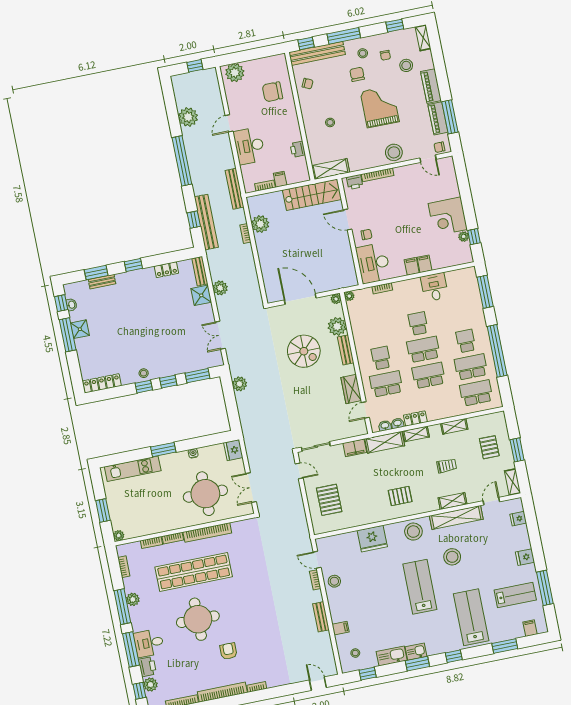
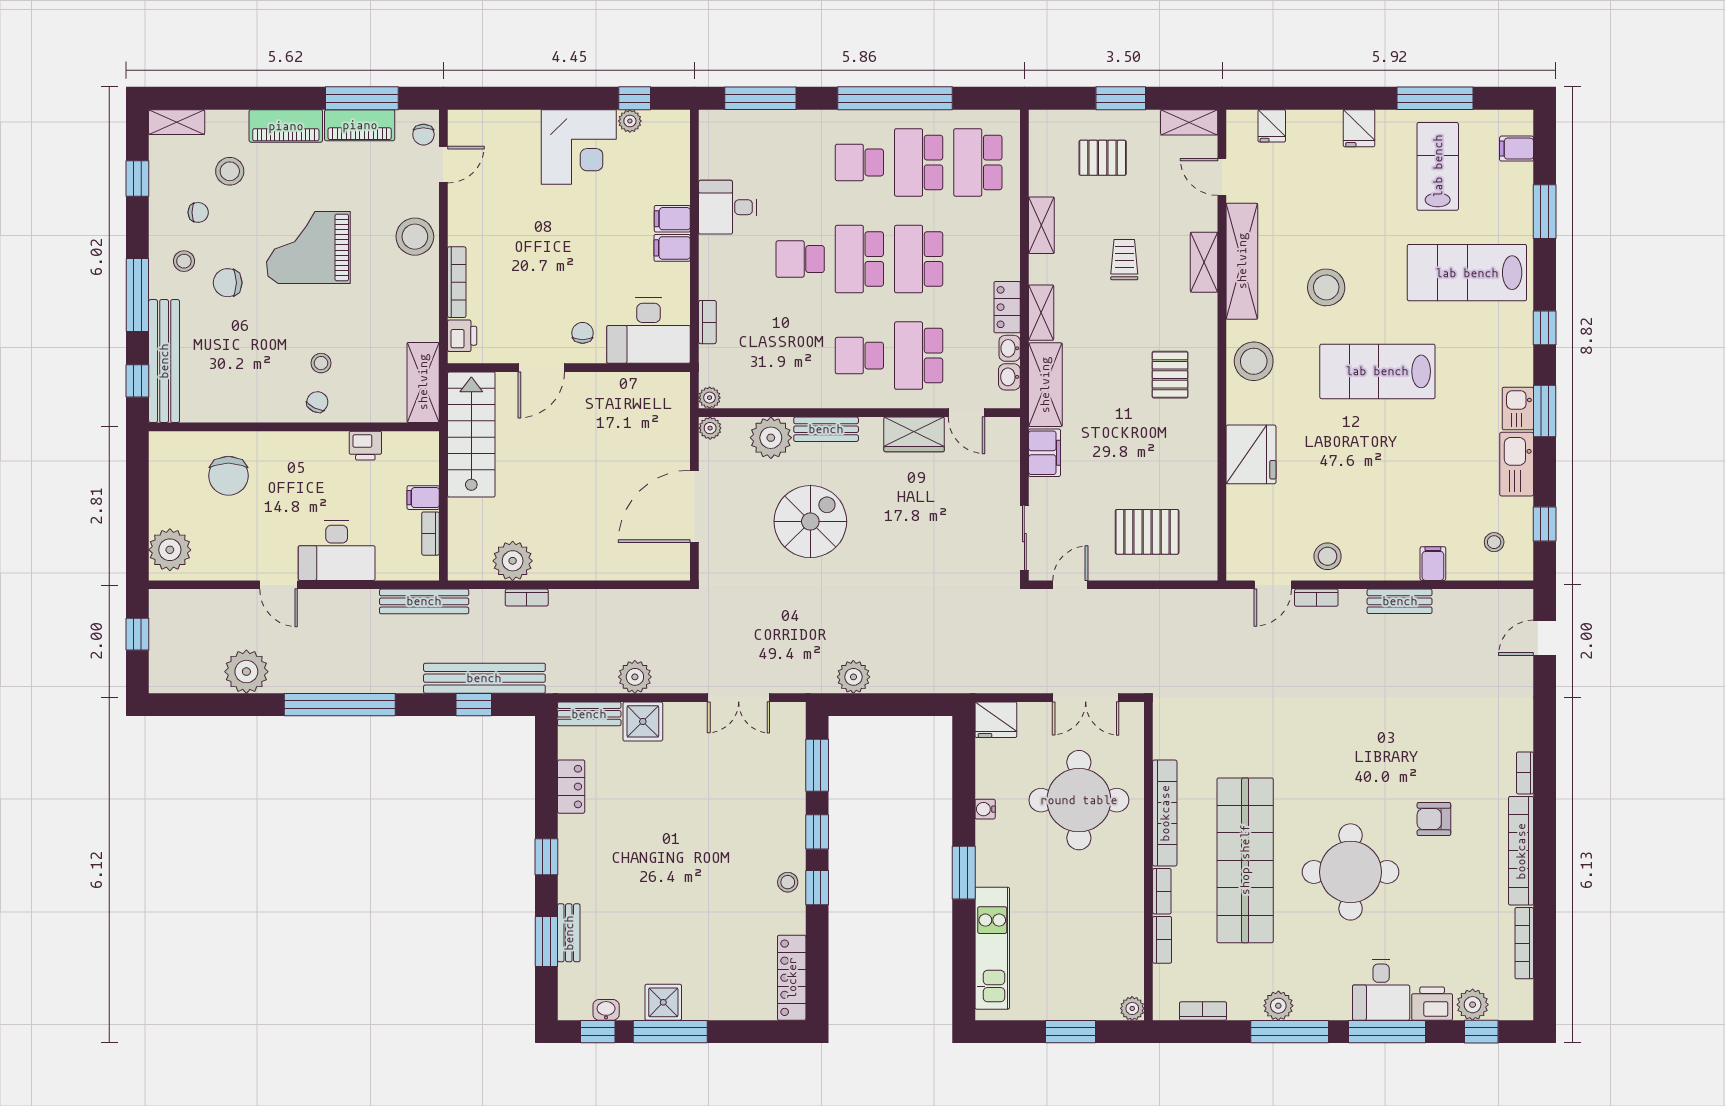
chair: (308, 84) -> (317, 402), moved

